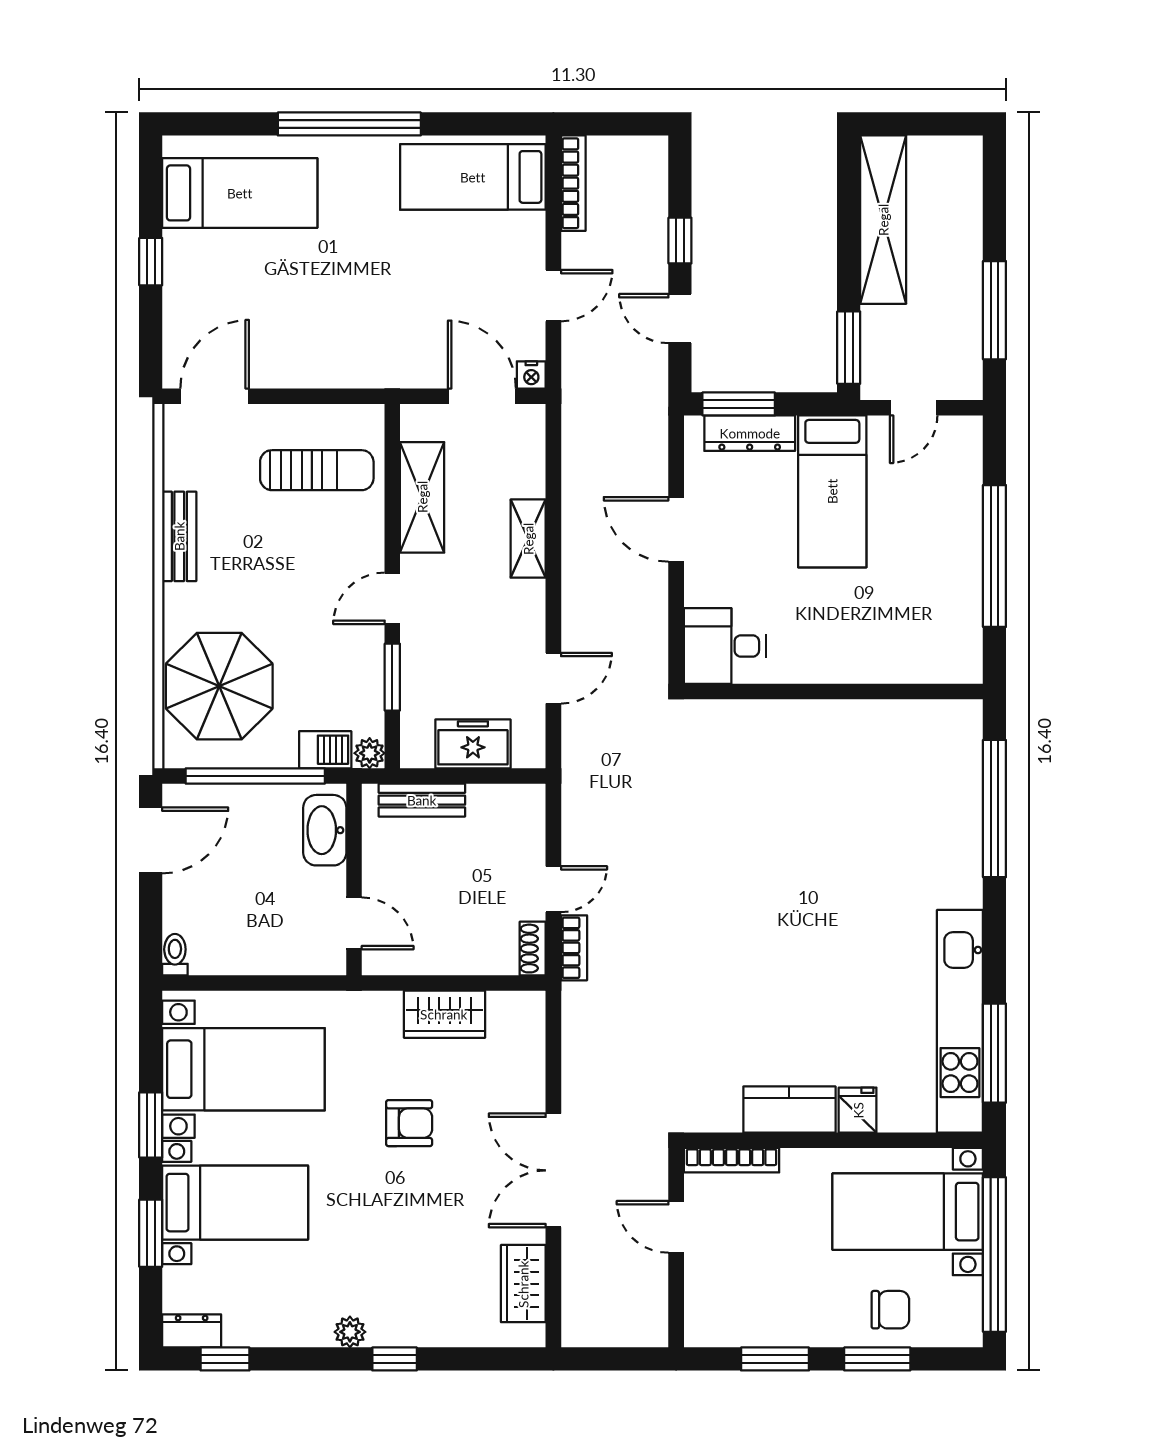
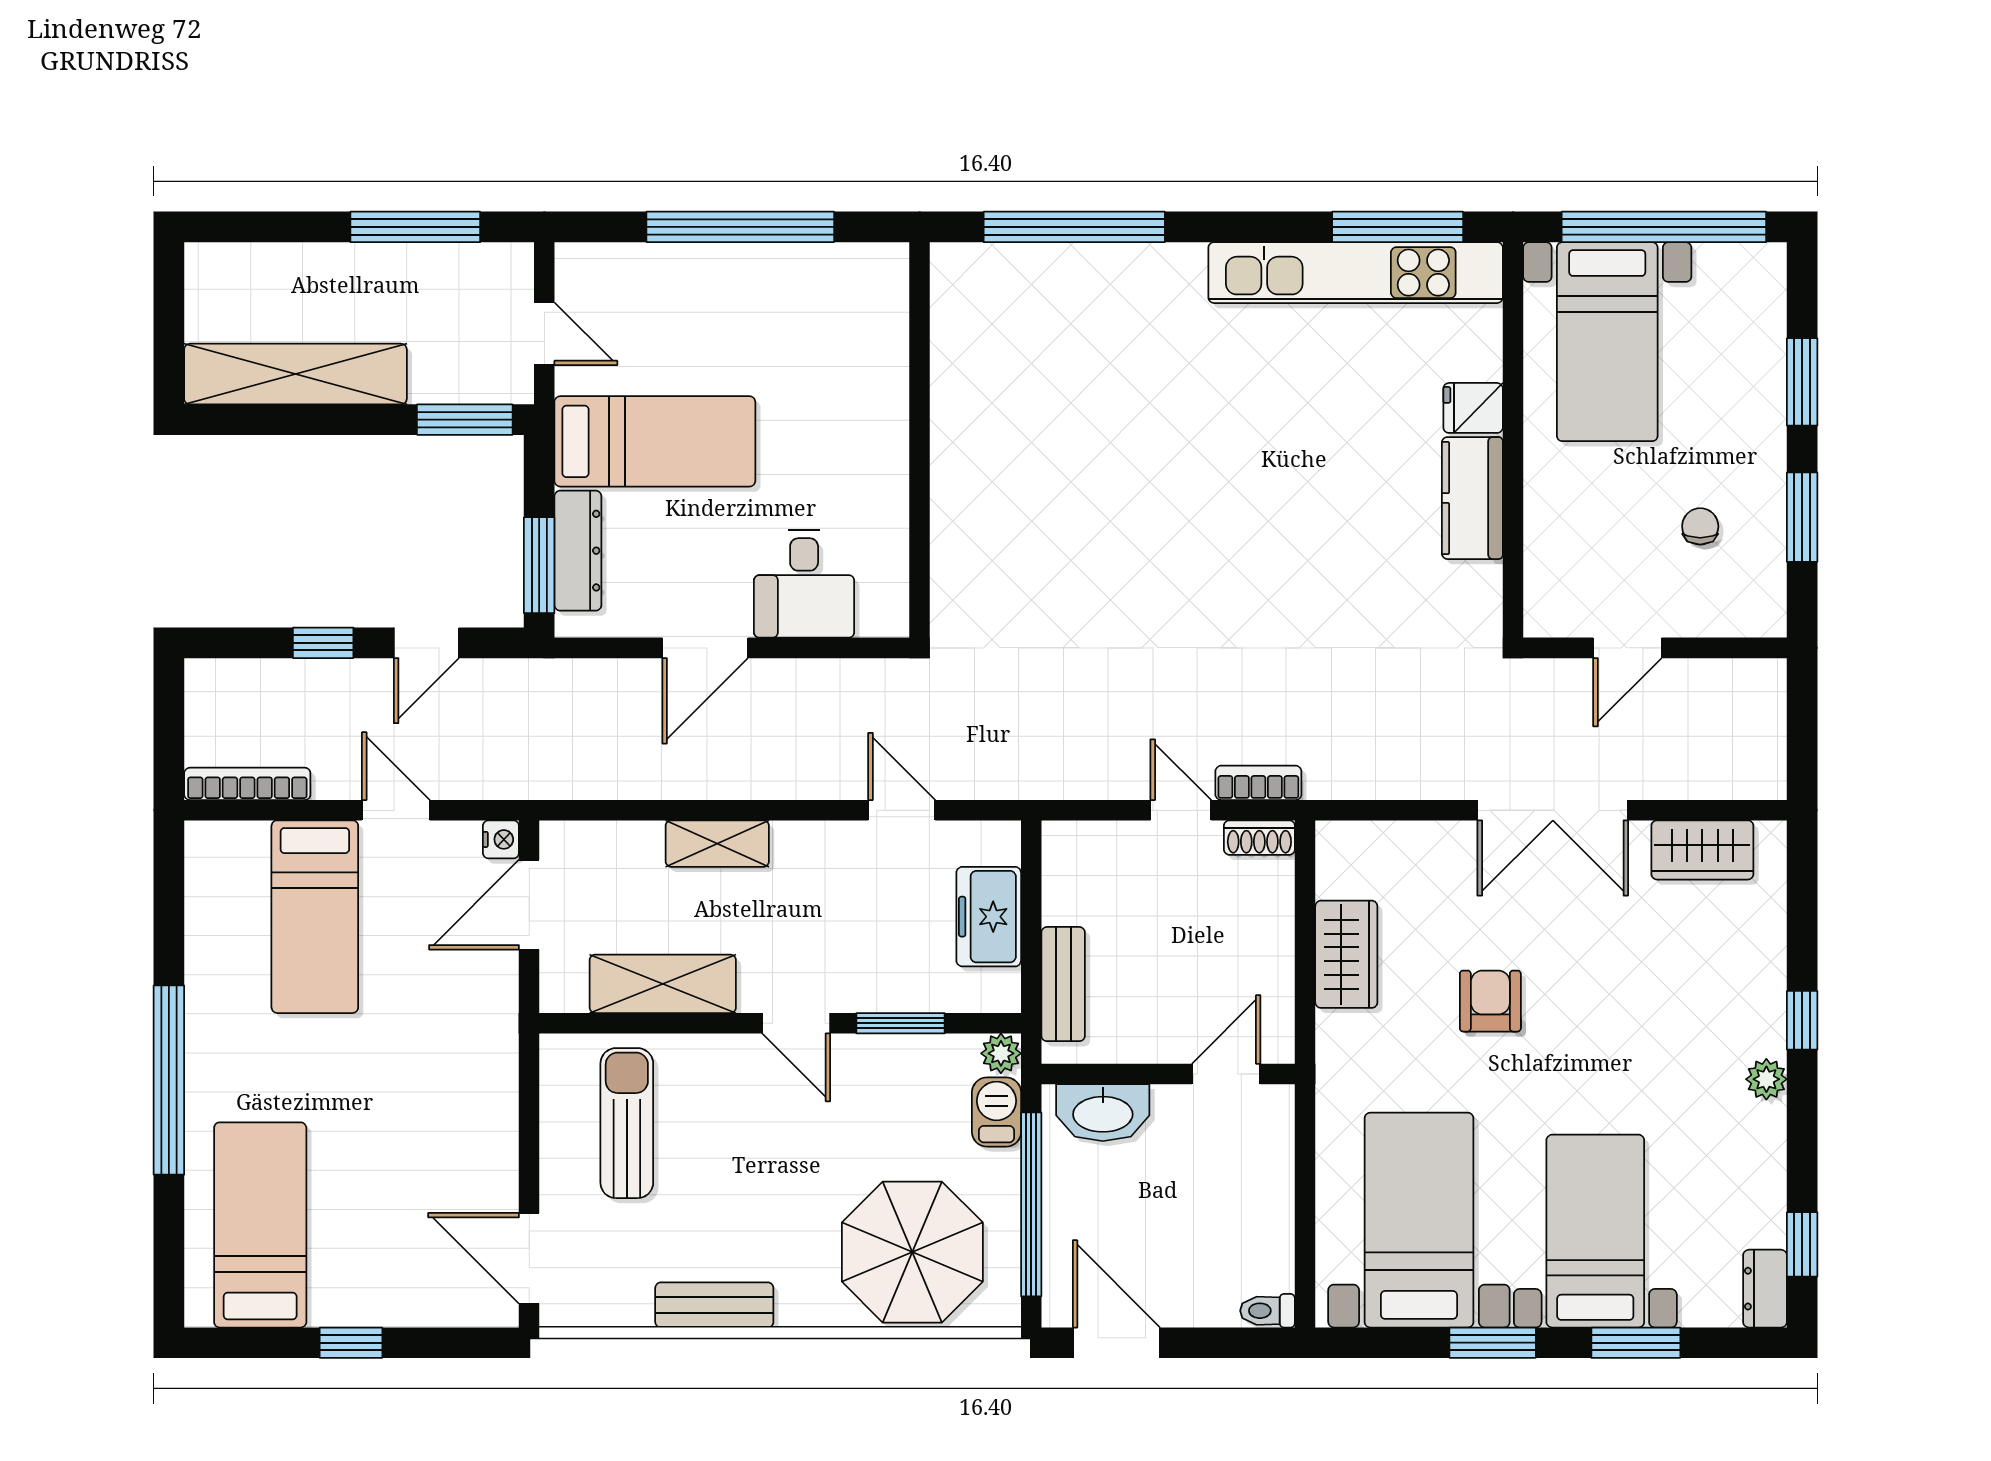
bed: (473, 177) -> (315, 917), moved
desk: (725, 646) -> (804, 584), moved
bookcase: (732, 1160) -> (1539, 575), removed
chair: (890, 1310) -> (1700, 526), moved, width x0.73, depth x0.73

